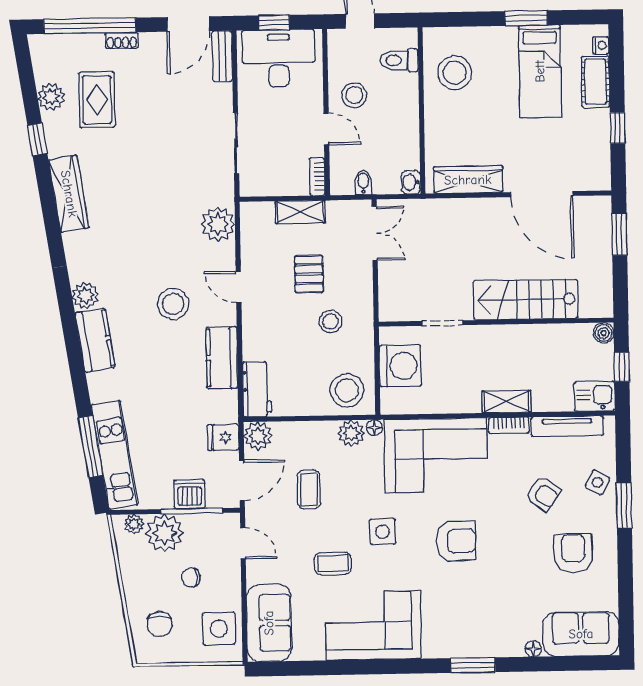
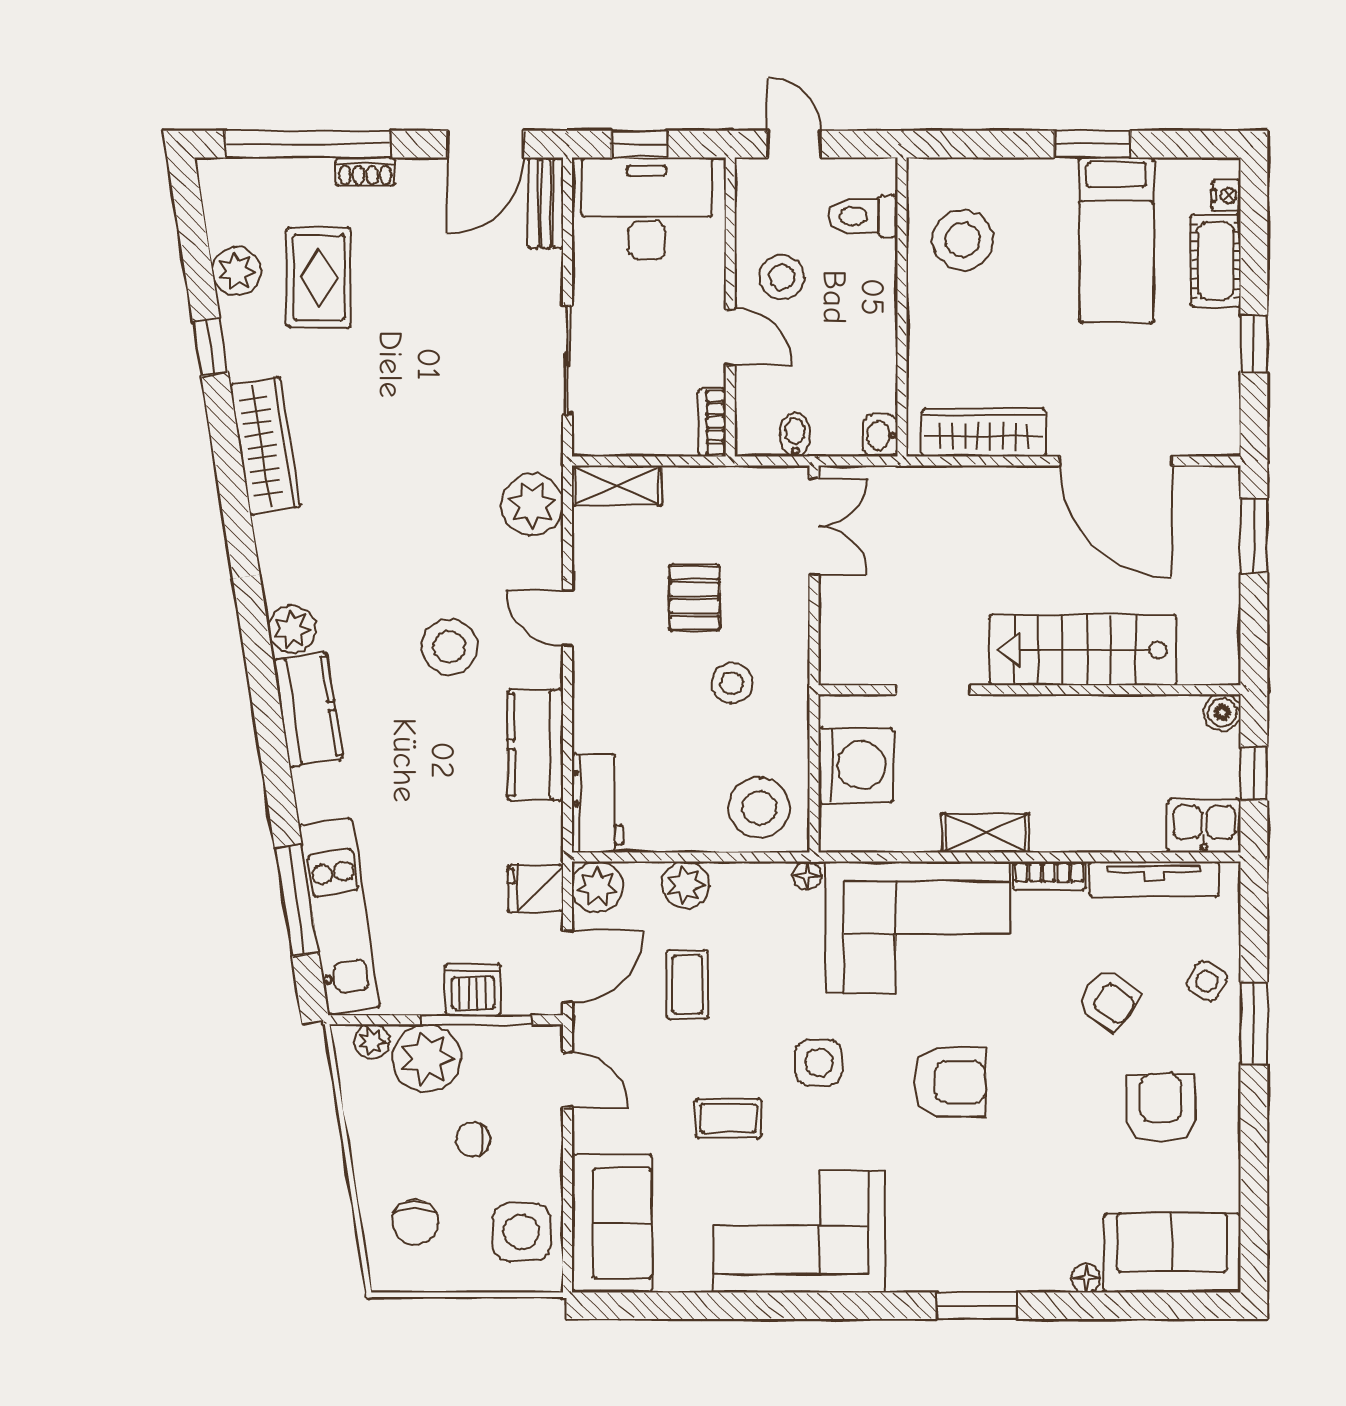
shelving: (300, 212) -> (617, 485), moved
shelving: (506, 402) -> (986, 833), moved
plant: (351, 433) -> (685, 885), moved

